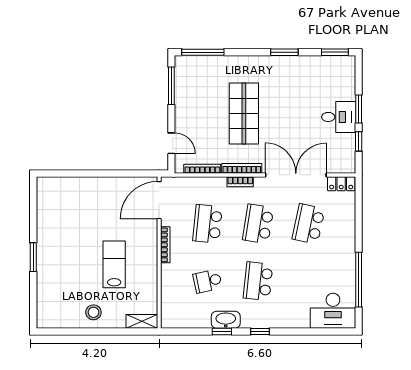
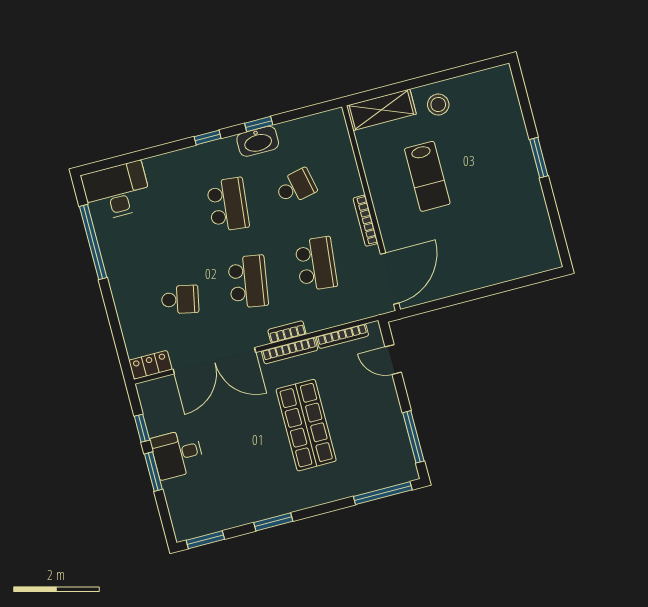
school desk: (309, 224) -> (180, 299), width x0.54
shelving: (142, 321) -> (381, 110), width x1.50, depth x1.33

